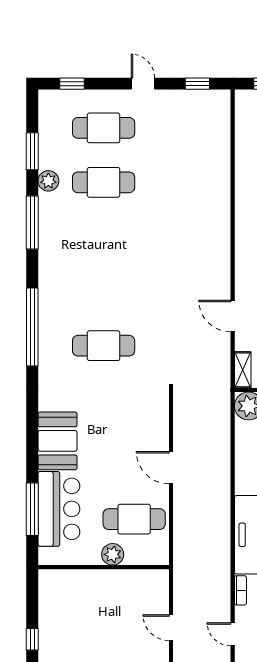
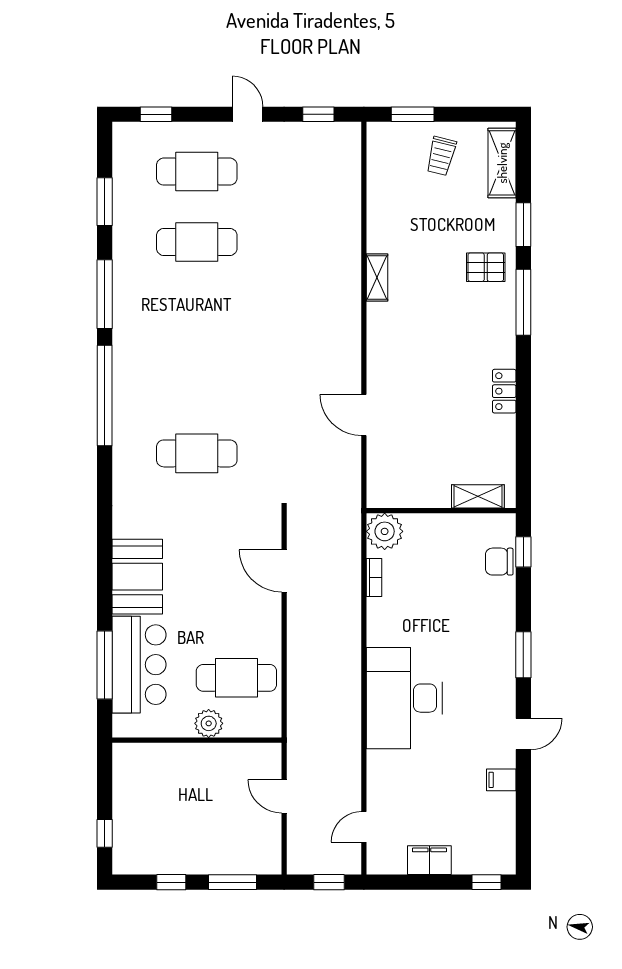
plant: (48, 181) -> (125, 240), removed
window: (32, 327) -> (105, 395), moved
shelving: (243, 370) -> (377, 278), moved
door: (171, 468) -> (284, 571), moved
bookcase: (240, 590) -> (374, 577), moved
door: (171, 628) -> (284, 796), moved
door: (233, 634) -> (364, 827), hinge flipped

